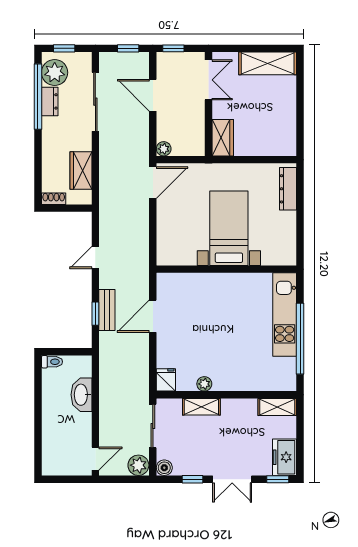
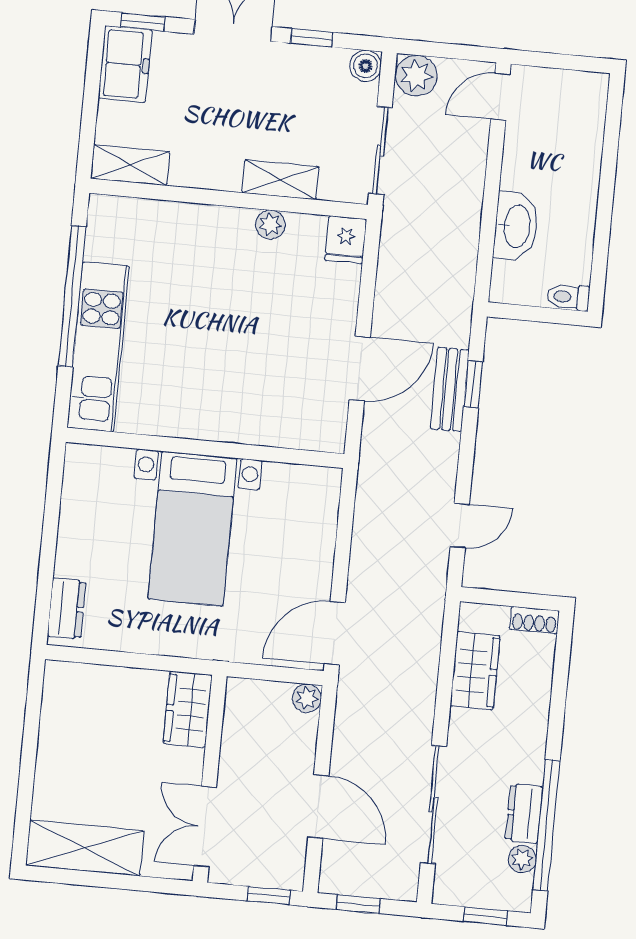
plant: (55, 73) -> (522, 859), width x0.53, depth x0.53
dresser: (288, 189) -> (67, 609), width x0.70
door: (95, 258) -> (460, 526), moved

